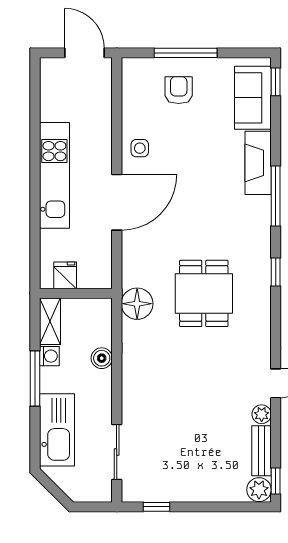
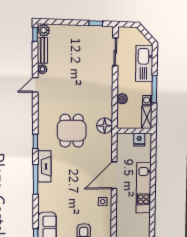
fireplace: (258, 163) -> (44, 166), moved

